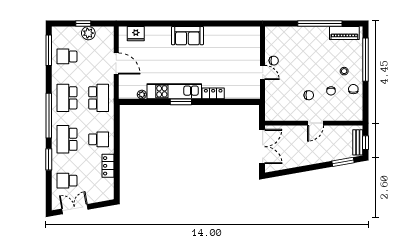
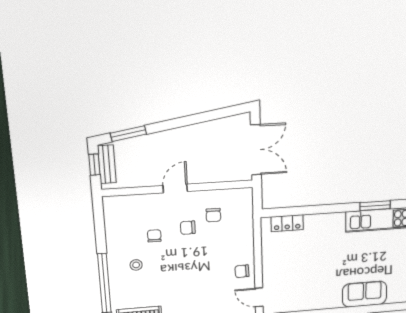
door: (263, 72) -> (259, 297), moved
chair: (353, 89) -> (213, 215), moved
locker: (213, 93) -> (287, 223), moved
double door: (262, 147) -> (256, 150), swing flipped

